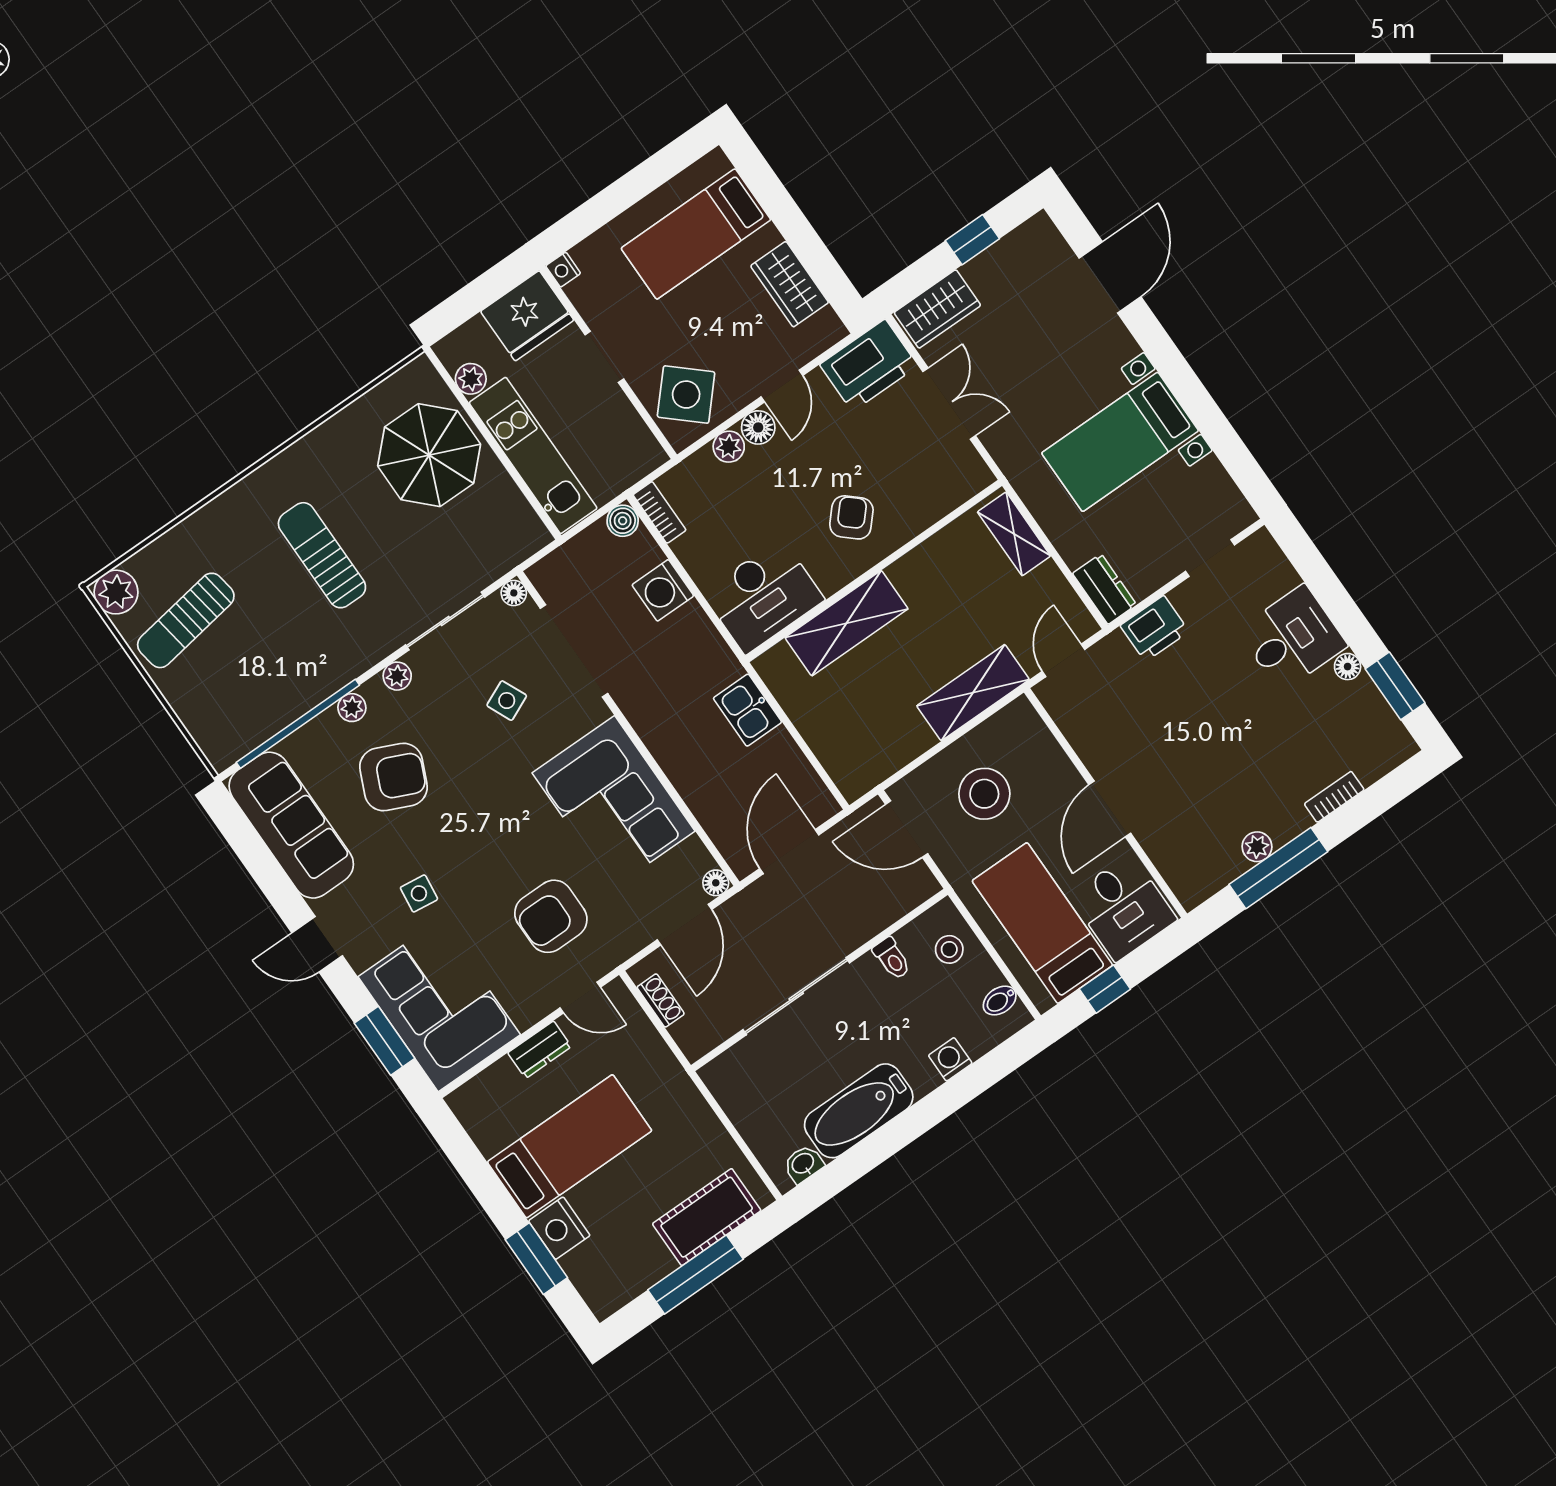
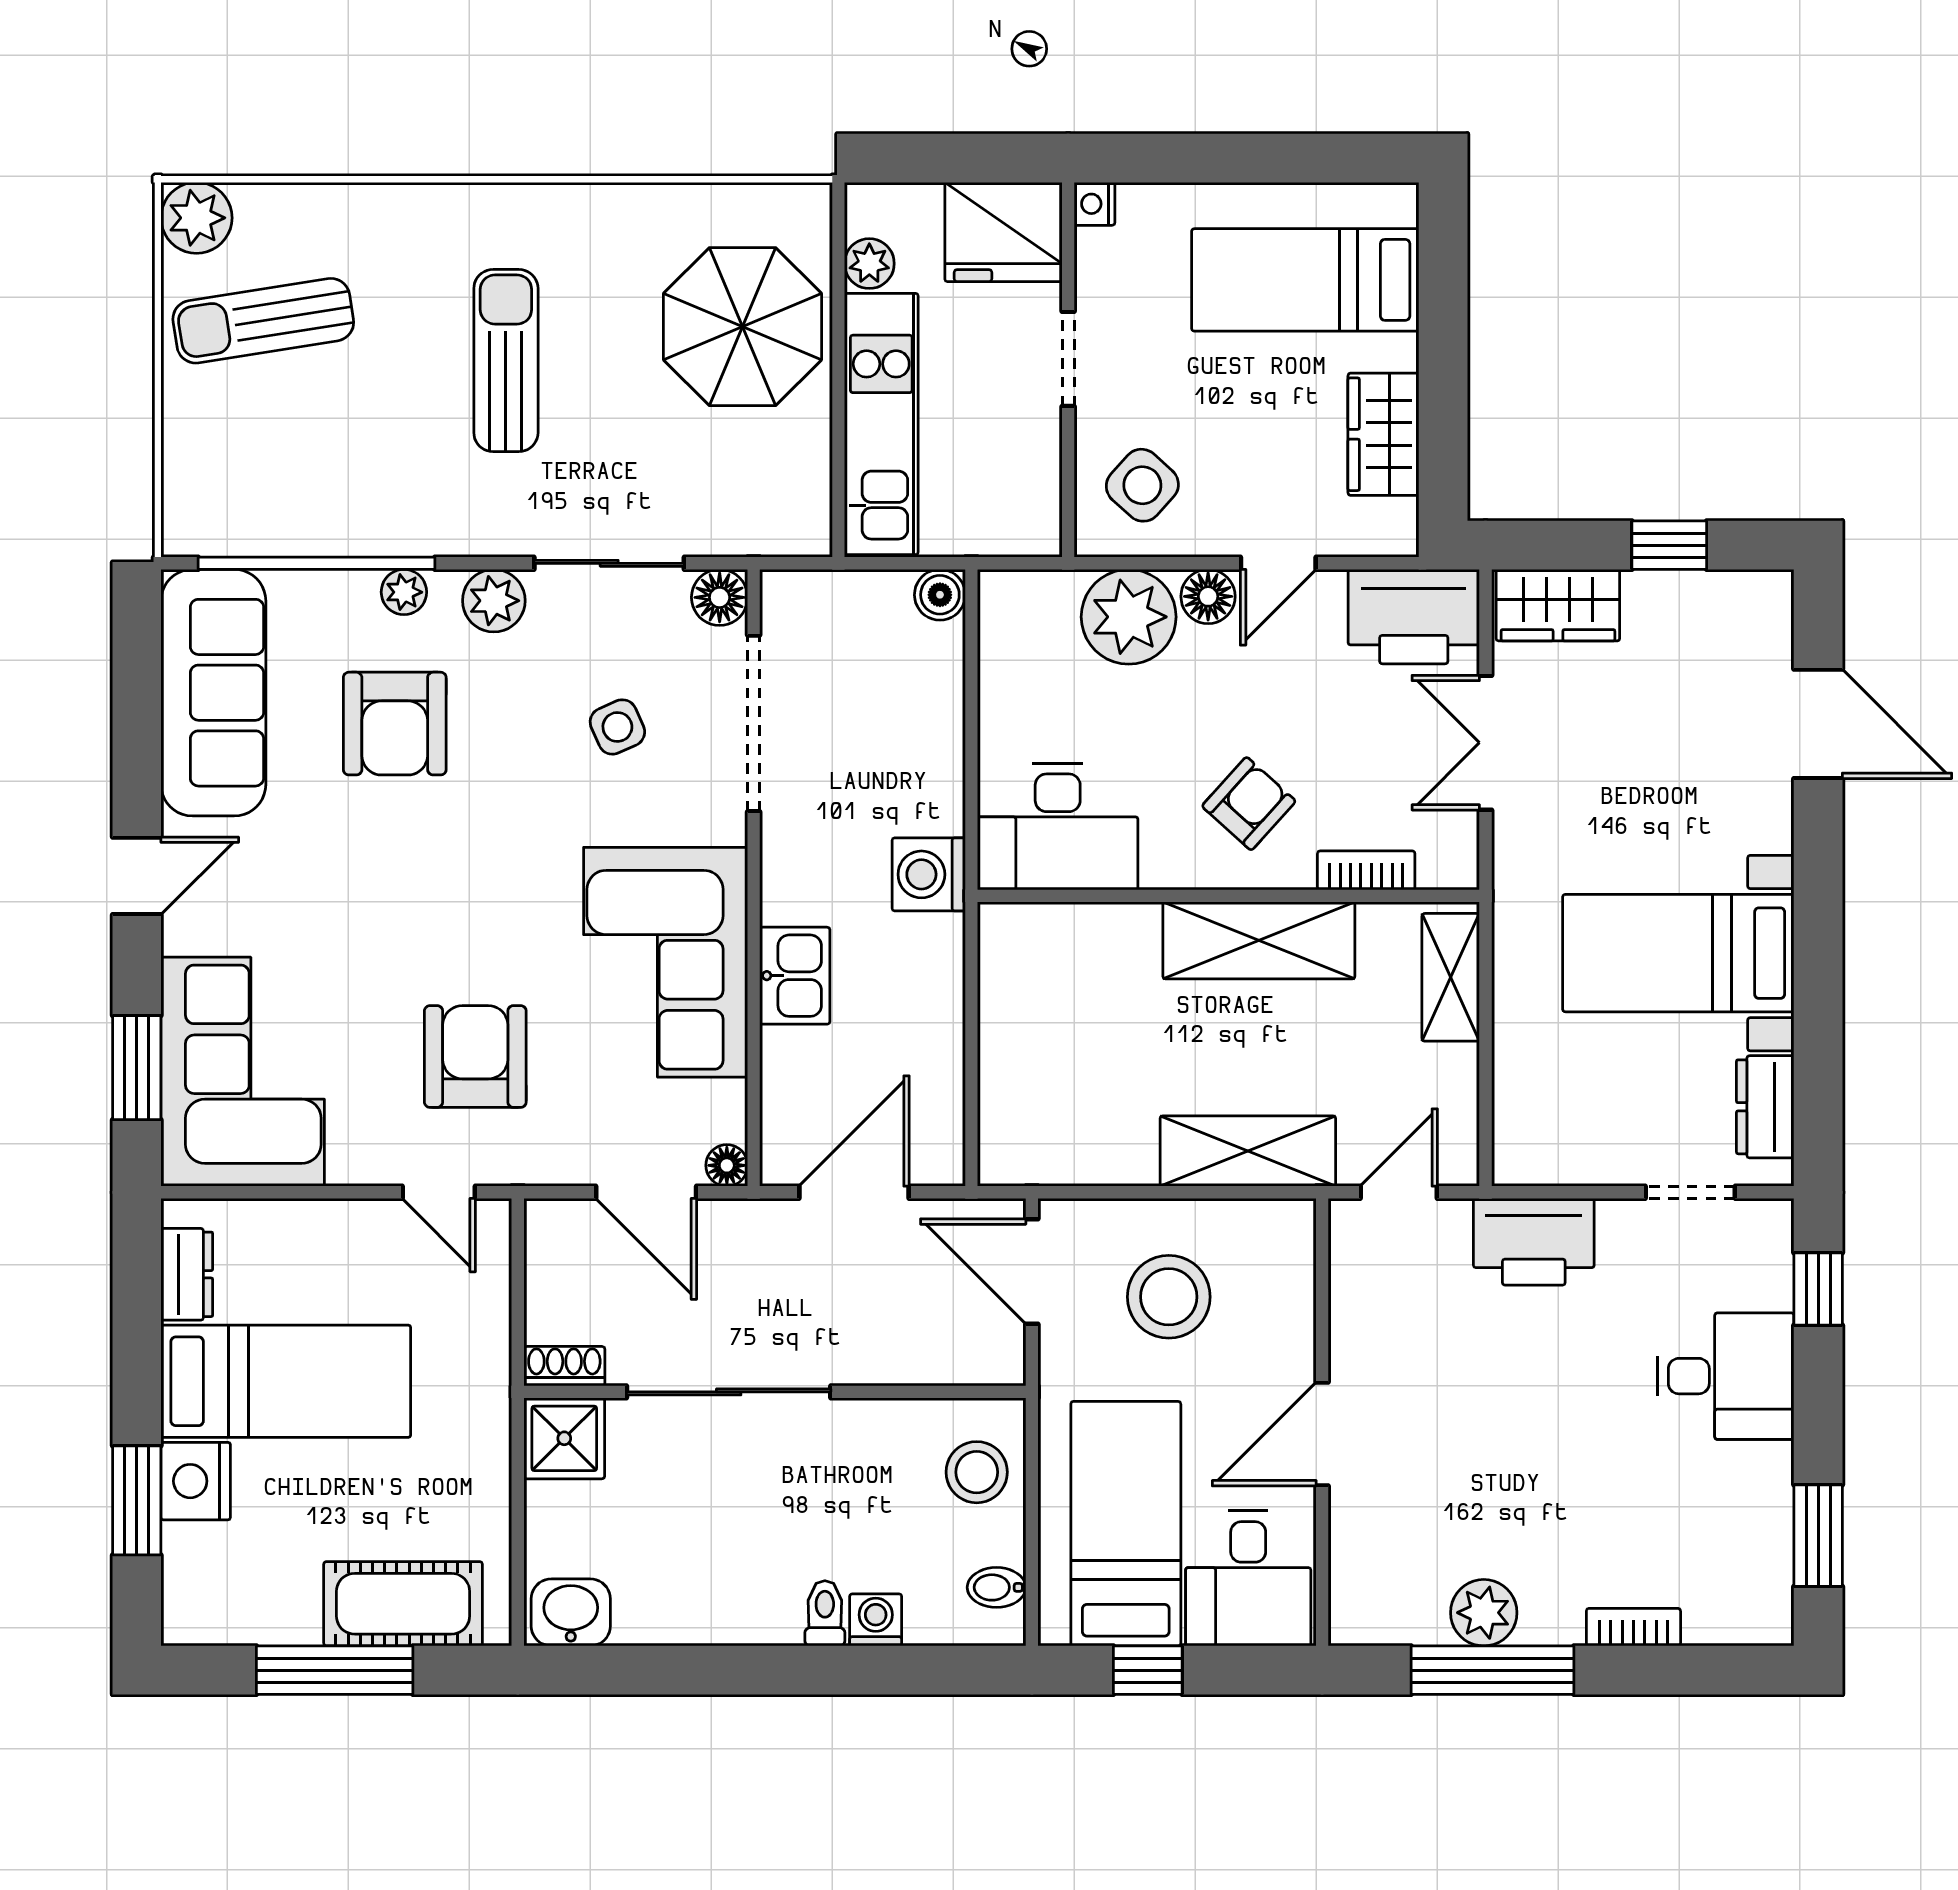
door: (1110, 277) -> (1818, 724), hinge flipped
side table: (686, 395) -> (1142, 485), width x0.73, depth x0.73
double door: (949, 404) -> (1485, 743), swing flipped
plant: (729, 447) -> (1129, 617), width x1.87, depth x1.87
bookcase: (659, 512) -> (1366, 870), moved, turned -90
window: (1308, 562) -> (1818, 1289), added
dresser: (1105, 589) -> (1765, 1107), moved, turned 180
washing machine: (663, 590) -> (929, 874), moved
floor lamp: (514, 593) -> (720, 597), width x1.37, depth x1.37
shelving: (847, 623) -> (1259, 940), moved
printer: (1155, 629) -> (1534, 1242), width x1.37, depth x1.19
floor lamp: (1348, 667) -> (1773, 1465), removed
plant: (397, 676) -> (494, 601), width x1.38, depth x1.38
kitchen sink: (747, 710) -> (795, 976), moved, turned 180
armchair: (393, 777) -> (395, 724), turned 66
plant: (1257, 847) -> (1484, 1613), width x1.38, depth x1.38
side table: (419, 893) -> (320, 903), removed
armchair: (551, 916) -> (475, 1057), turned 90
door: (685, 925) -> (646, 1192), hinge flipped
door: (317, 944) -> (137, 876), swing flipped
stool: (949, 949) -> (977, 1472), width x1.37, depth x1.37
toilet: (892, 958) -> (825, 1613), moved, turned 180
shoe rack: (661, 1000) -> (564, 1366), moved, turned -90
dresser: (540, 1050) -> (187, 1274), moved, turned -90
shower: (730, 1077) -> (564, 1438), added
bathtub: (859, 1111) -> (705, 1603), removed
washbasin: (803, 1164) -> (571, 1612), width x1.38, depth x1.45

